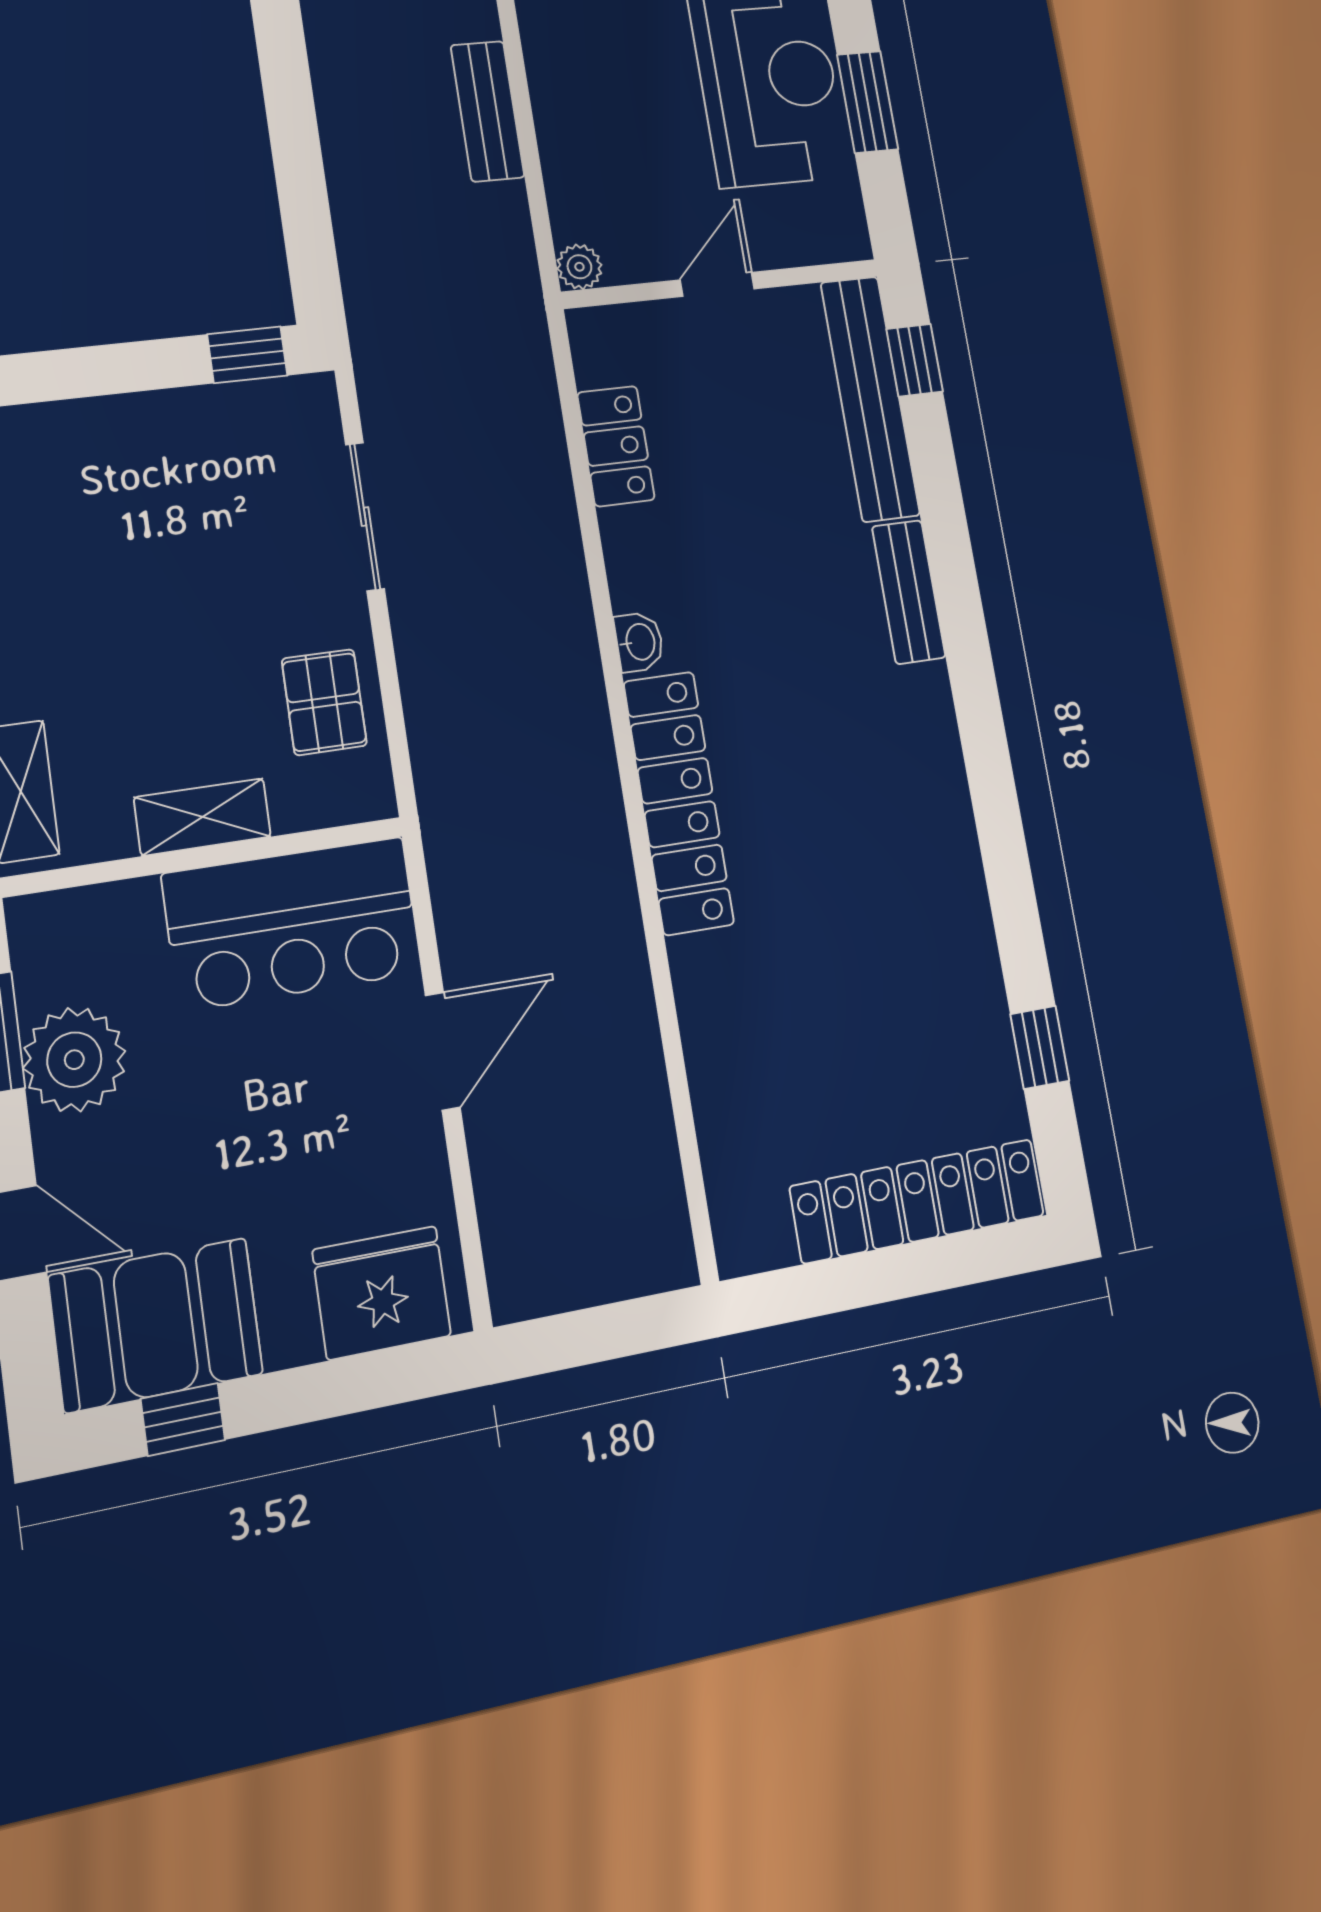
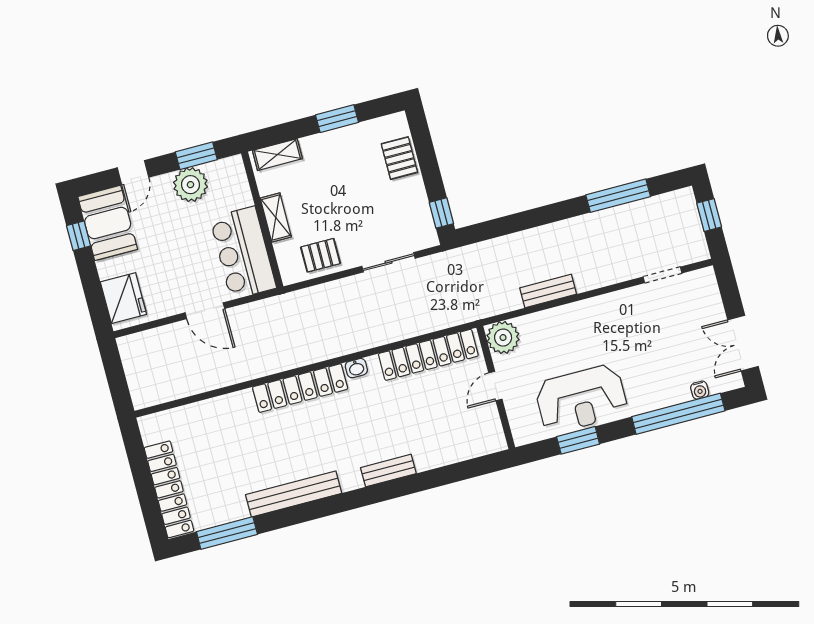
plant: (579, 267) -> (503, 338), width x1.87, depth x1.87
door: (717, 284) -> (495, 386), swing flipped
window: (915, 360) -> (478, 467), removed
bench: (870, 398) -> (294, 494), moved
locker: (616, 446) -> (428, 355), width x2.16, depth x1.21
pallet: (79, 447) -> (399, 158), added
window: (1040, 1047) -> (227, 533), width x2.17

